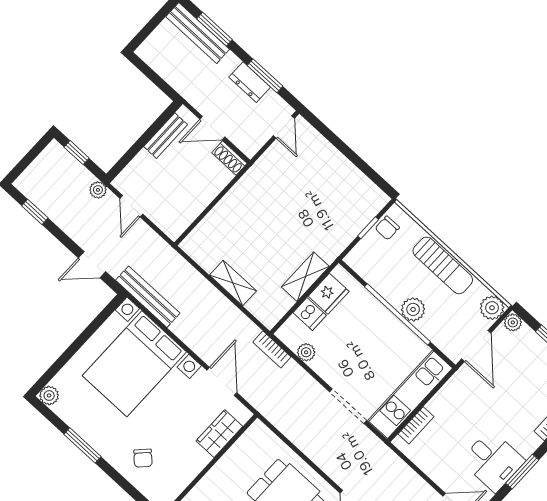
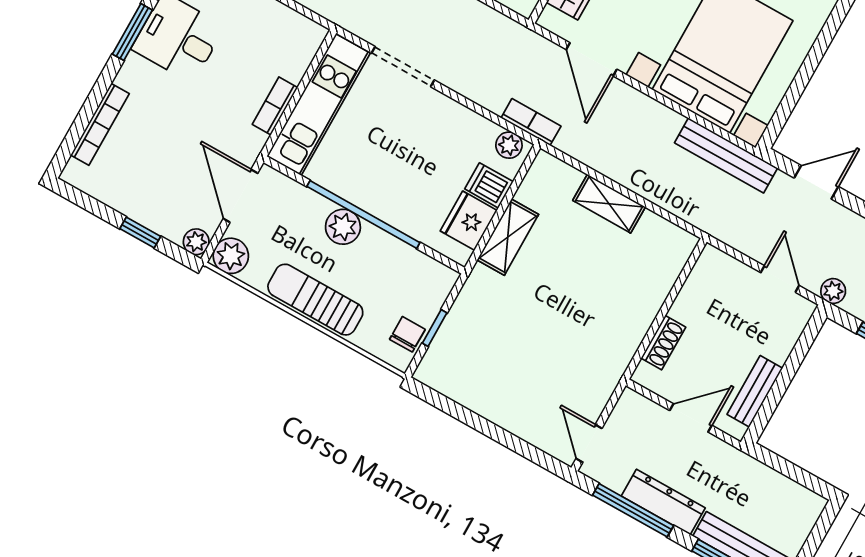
window: (265, 76) -> (633, 510), width x1.44
dresser: (250, 82) -> (663, 502), width x1.44
shoe rack: (229, 158) -> (663, 343), moved, turned 90
plant: (306, 352) -> (509, 145), moved
bookcase: (416, 425) -> (275, 106), moved

